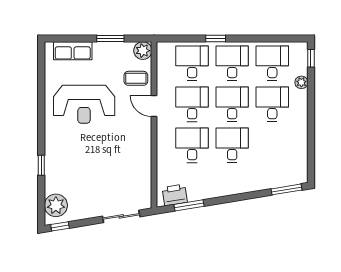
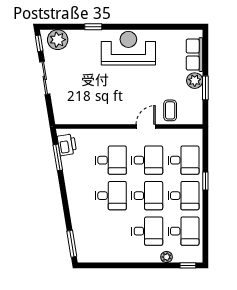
plant: (143, 51) -> (195, 81), moved
reception desk: (84, 104) -> (128, 48), moved, turned 90
sliding door: (121, 216) -> (45, 78), moved

